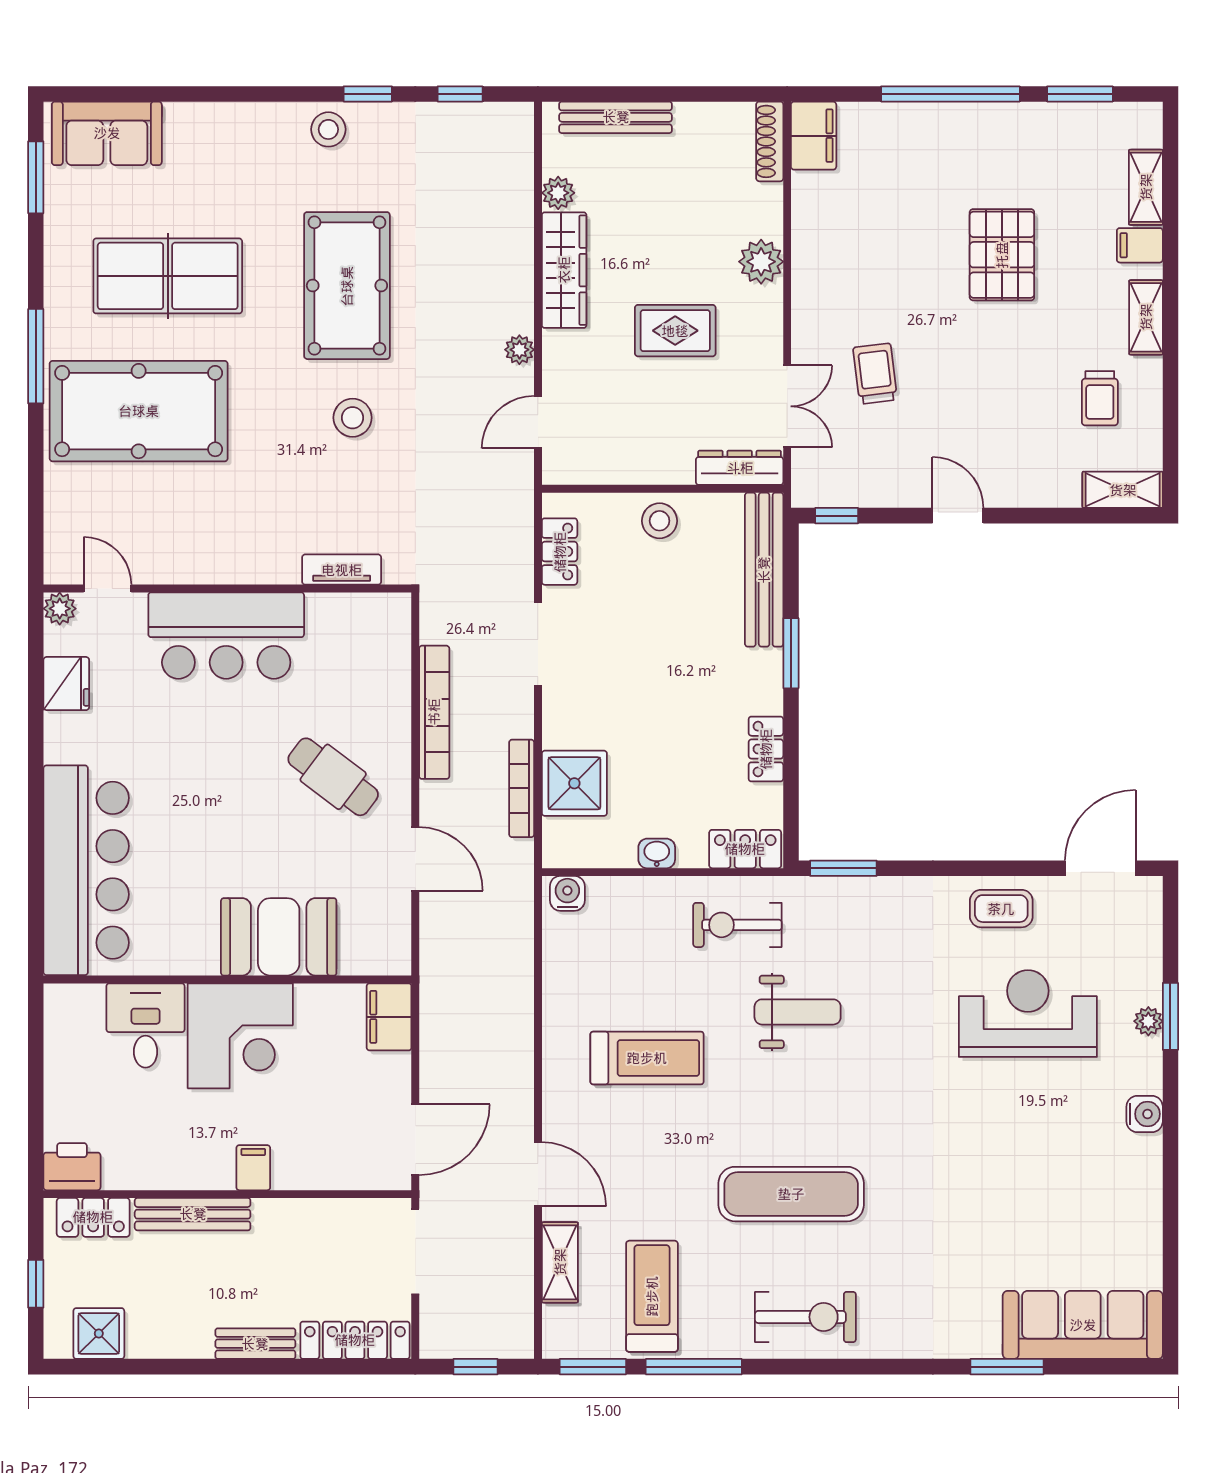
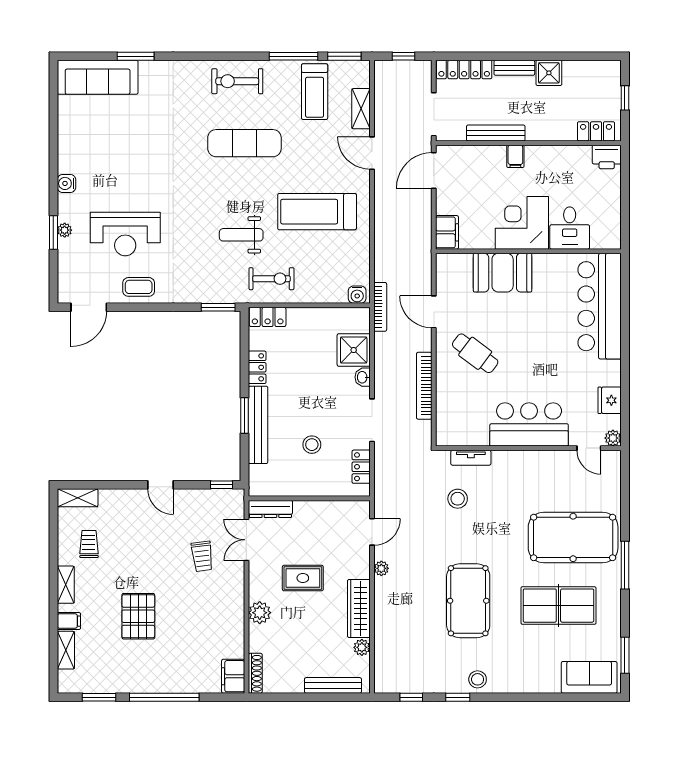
stool: (353, 418) -> (458, 499), moved
stool: (660, 521) -> (312, 445), moved
bench: (764, 570) -> (258, 425), moved
bookcase: (522, 788) -> (380, 307), moved
washbasin: (657, 853) -> (363, 377), moved, turned 90
treadmill: (647, 1058) -> (317, 212), width x1.37, depth x1.38
bench: (193, 1214) -> (496, 133), moved
shower: (99, 1333) -> (549, 73), moved

